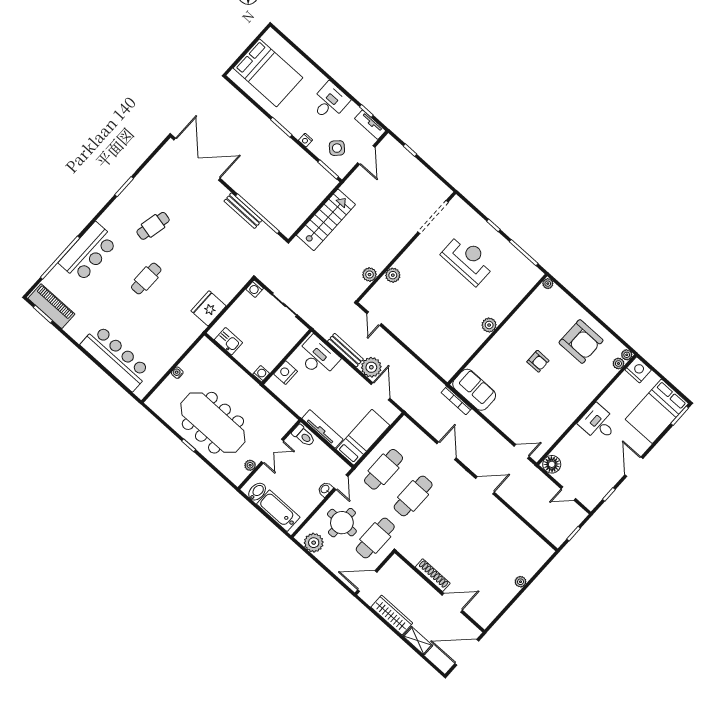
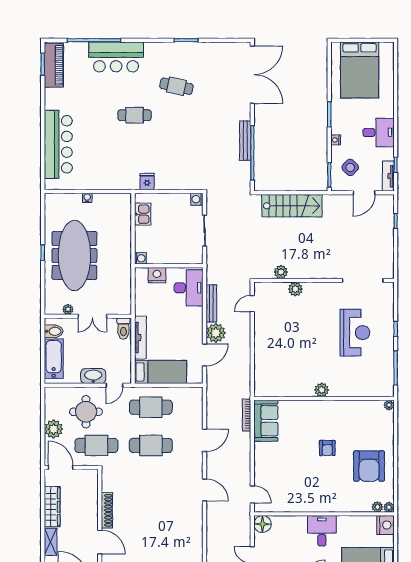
fridge: (208, 308) -> (147, 182), width x0.53, depth x0.75
washbasin: (325, 489) -> (93, 376), width x1.91, depth x1.45
plant: (314, 543) -> (54, 429), moved

